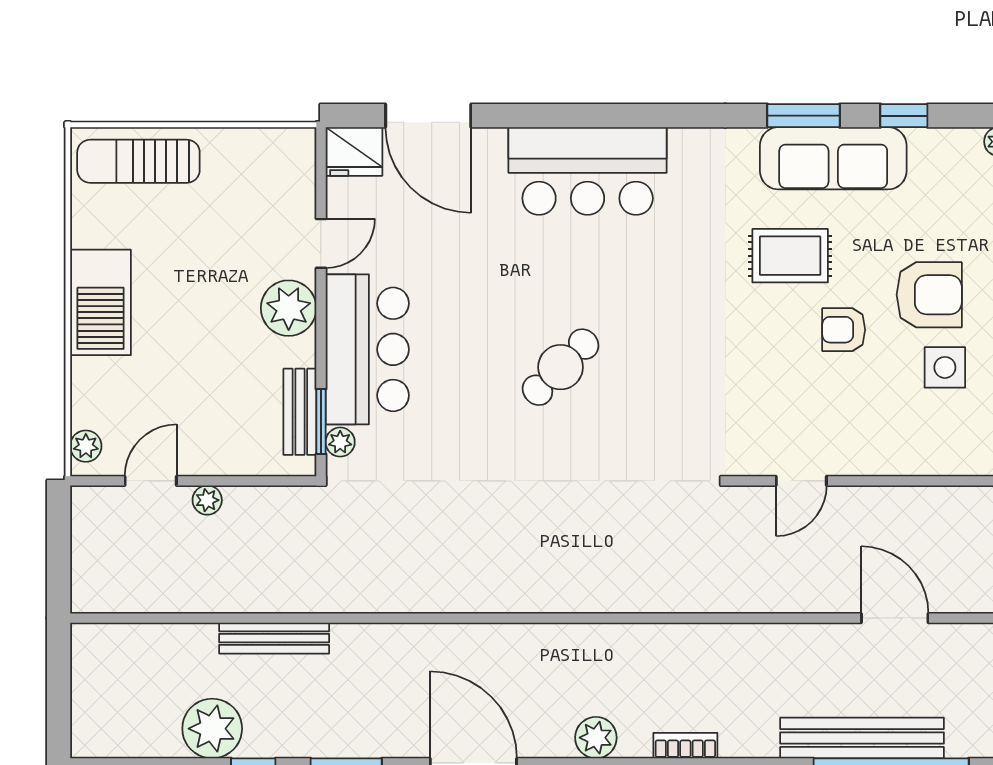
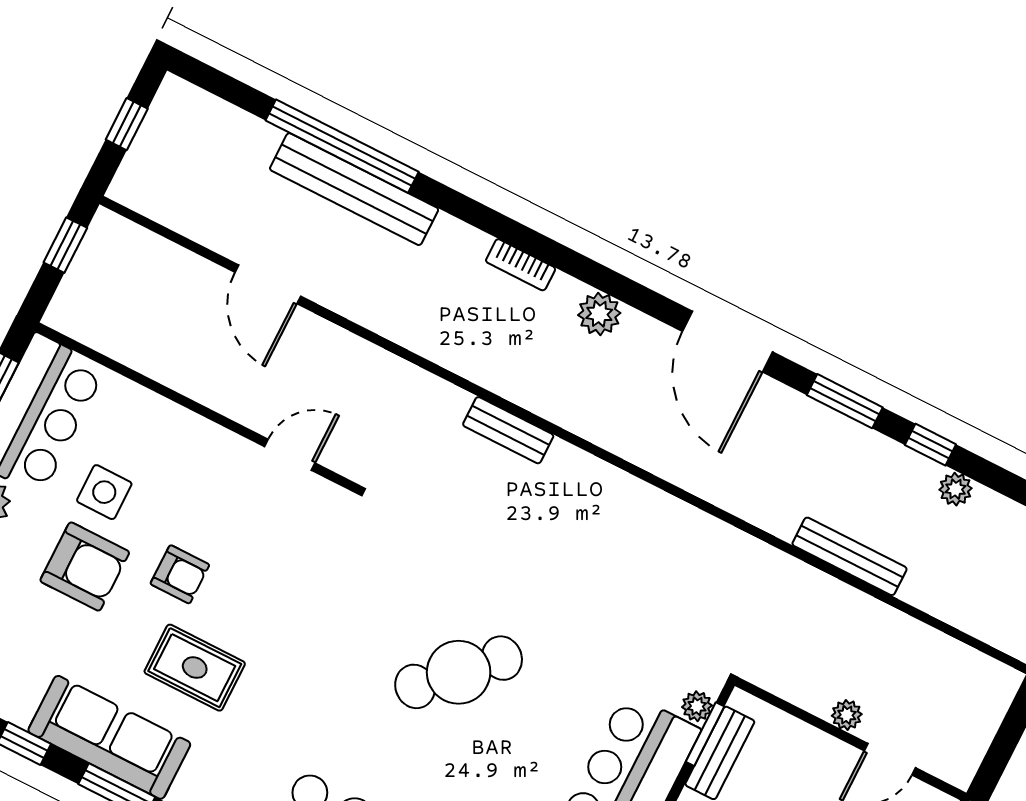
armchair: (929, 295) -> (85, 567), turned 180
cafe table: (561, 367) -> (459, 672), width x1.37, depth x1.35
bench: (624, 598) -> (508, 430), added
plant: (212, 729) -> (956, 489), width x0.53, depth x0.53

